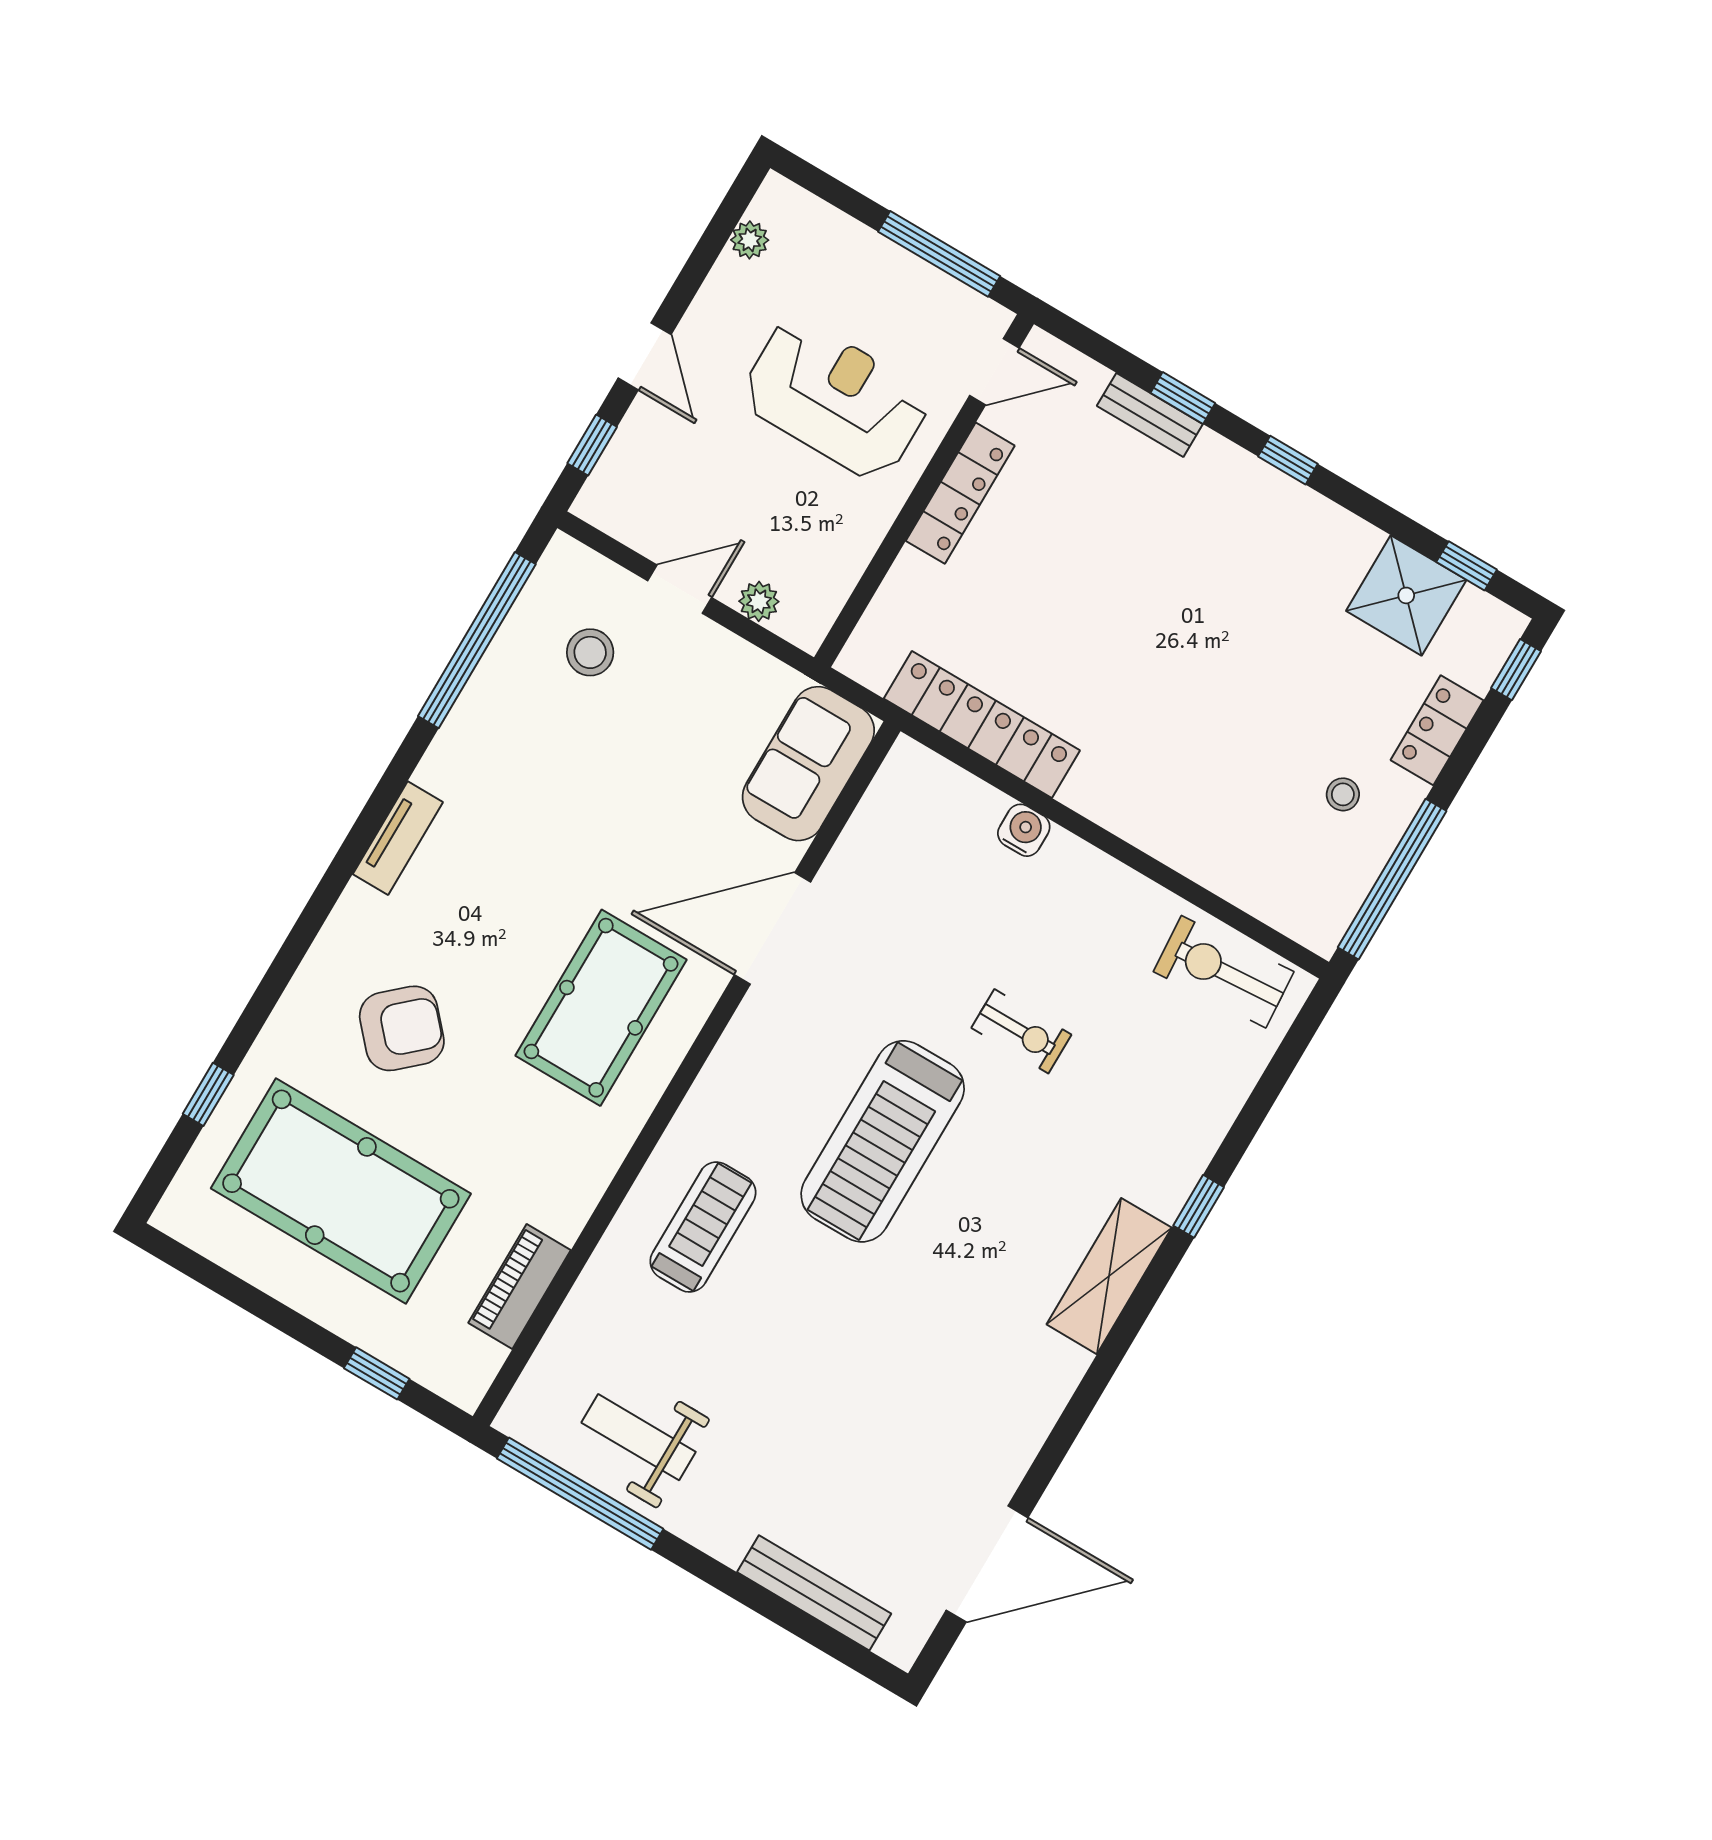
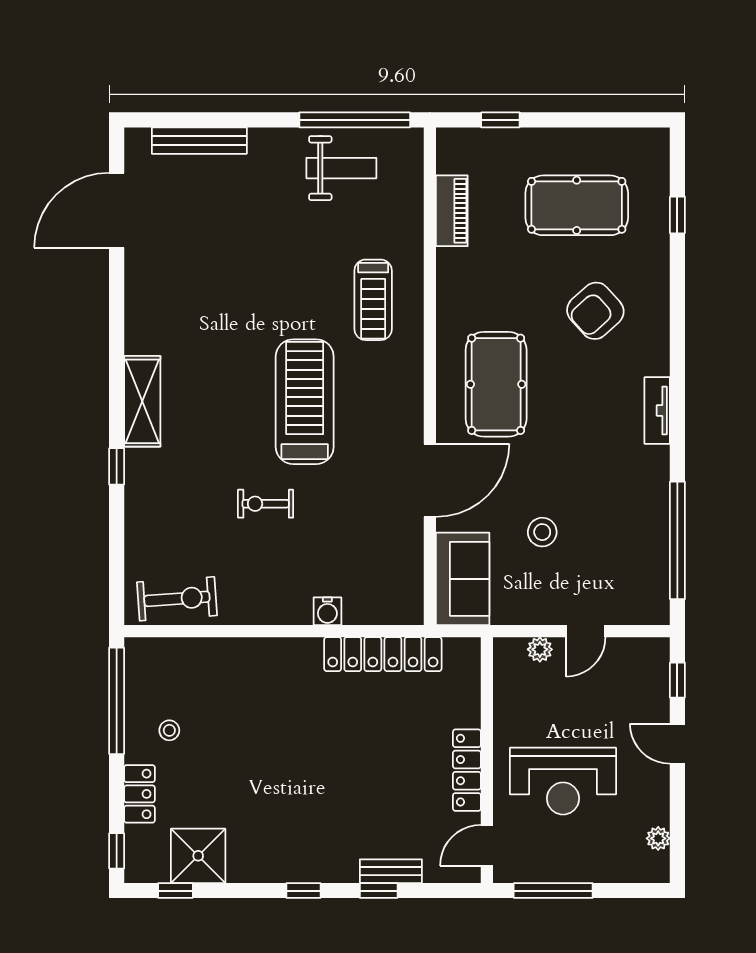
stool: (590, 652) -> (542, 532), moved
pool table: (341, 1191) -> (577, 205), width x0.73, depth x0.76

